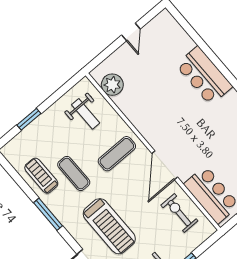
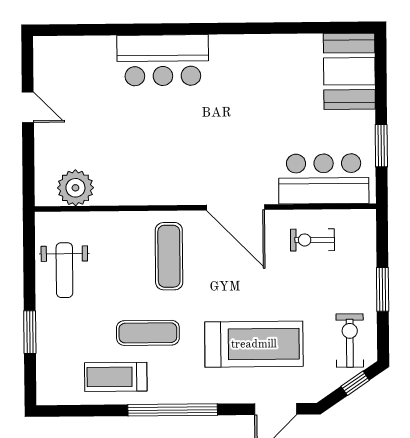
weight bench: (86, 114) -> (64, 270), moved, turned 90
exercise bike: (179, 213) -> (312, 240), width x0.73, depth x0.72
window: (48, 214) -> (173, 410), width x1.46

